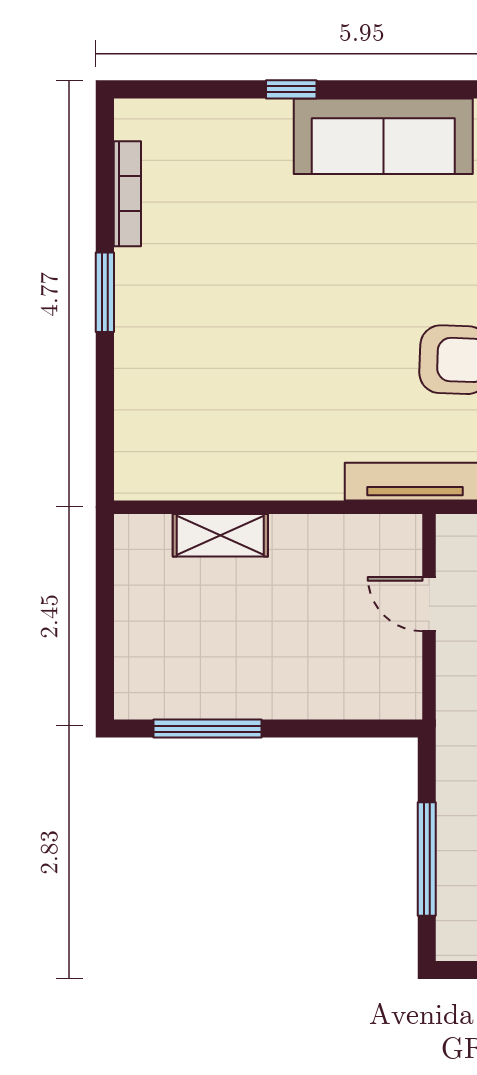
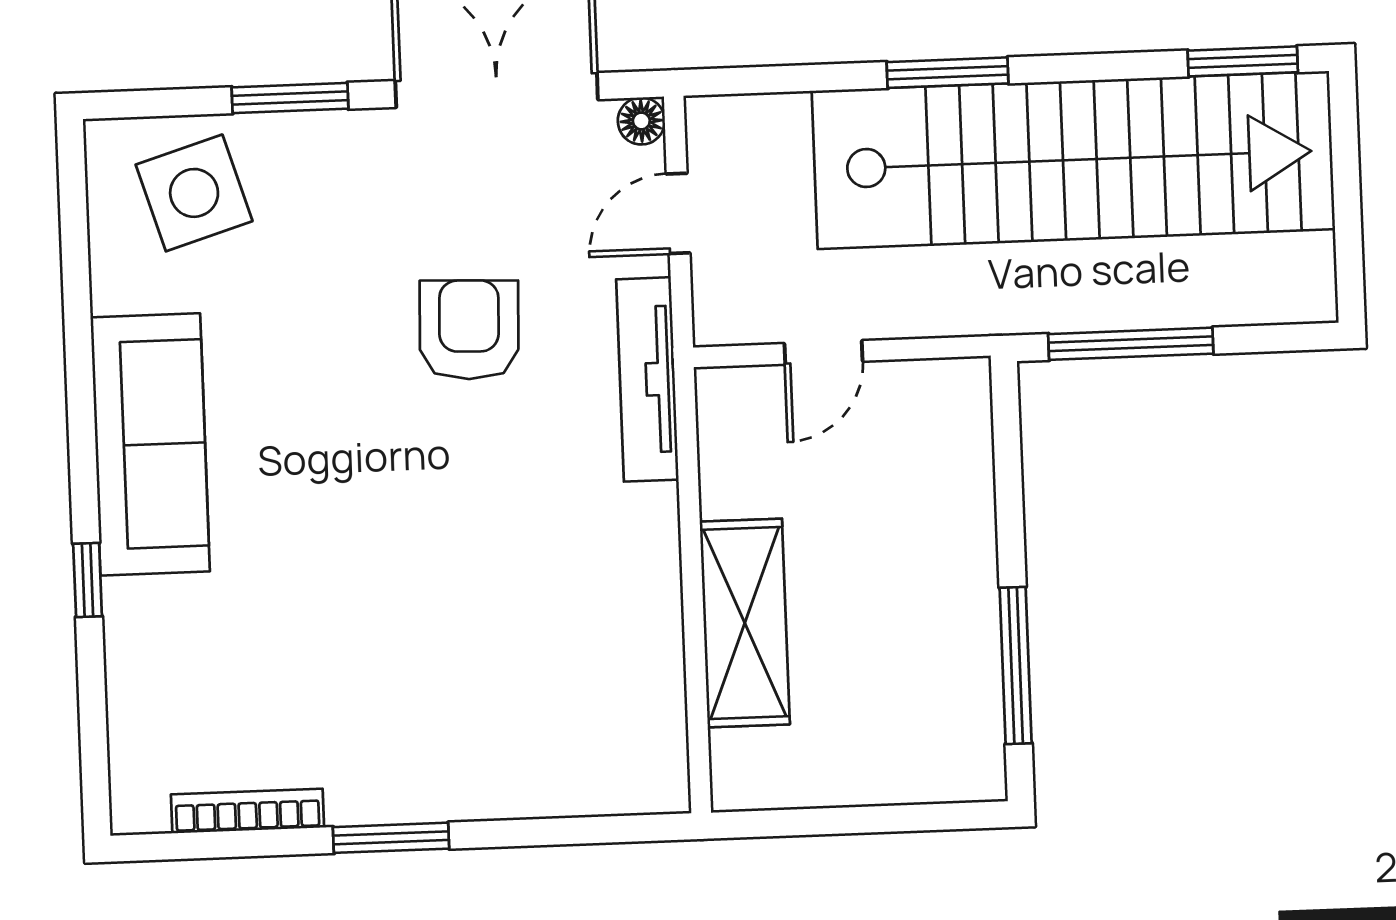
shelving: (220, 535) -> (745, 623), width x1.50, depth x1.33
window: (427, 859) -> (1131, 344), moved

